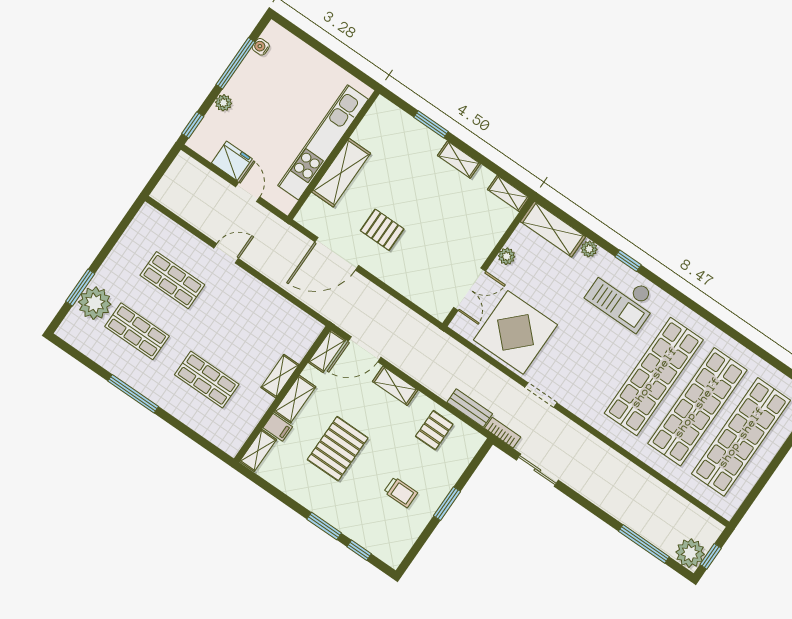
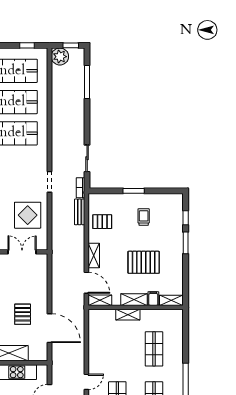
door: (226, 253) -> (86, 382), swing flipped
display table: (515, 332) -> (28, 215), width x0.73, depth x0.73
window: (753, 495) -> (27, 45), added
plant: (690, 553) -> (60, 57), moved

